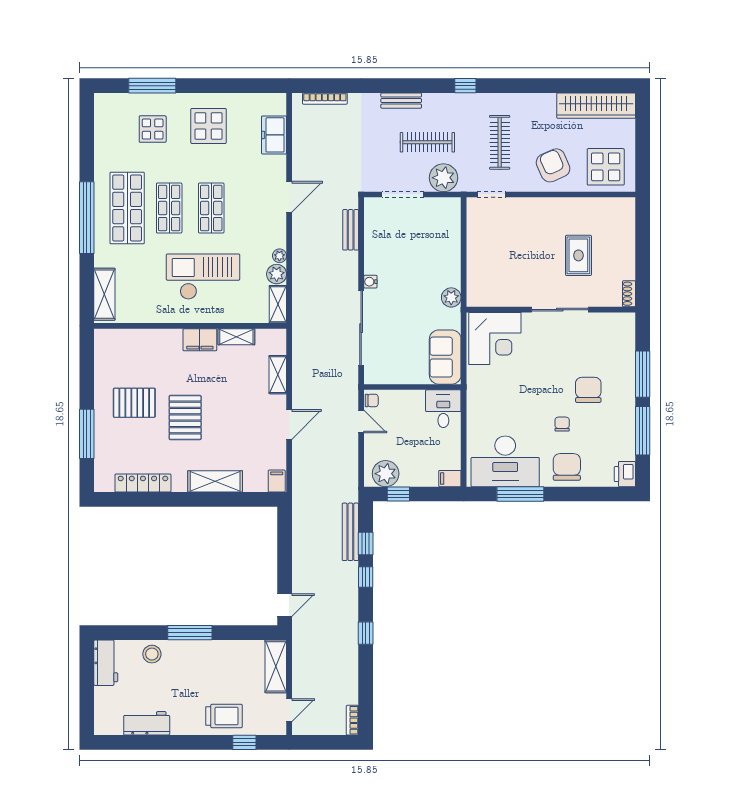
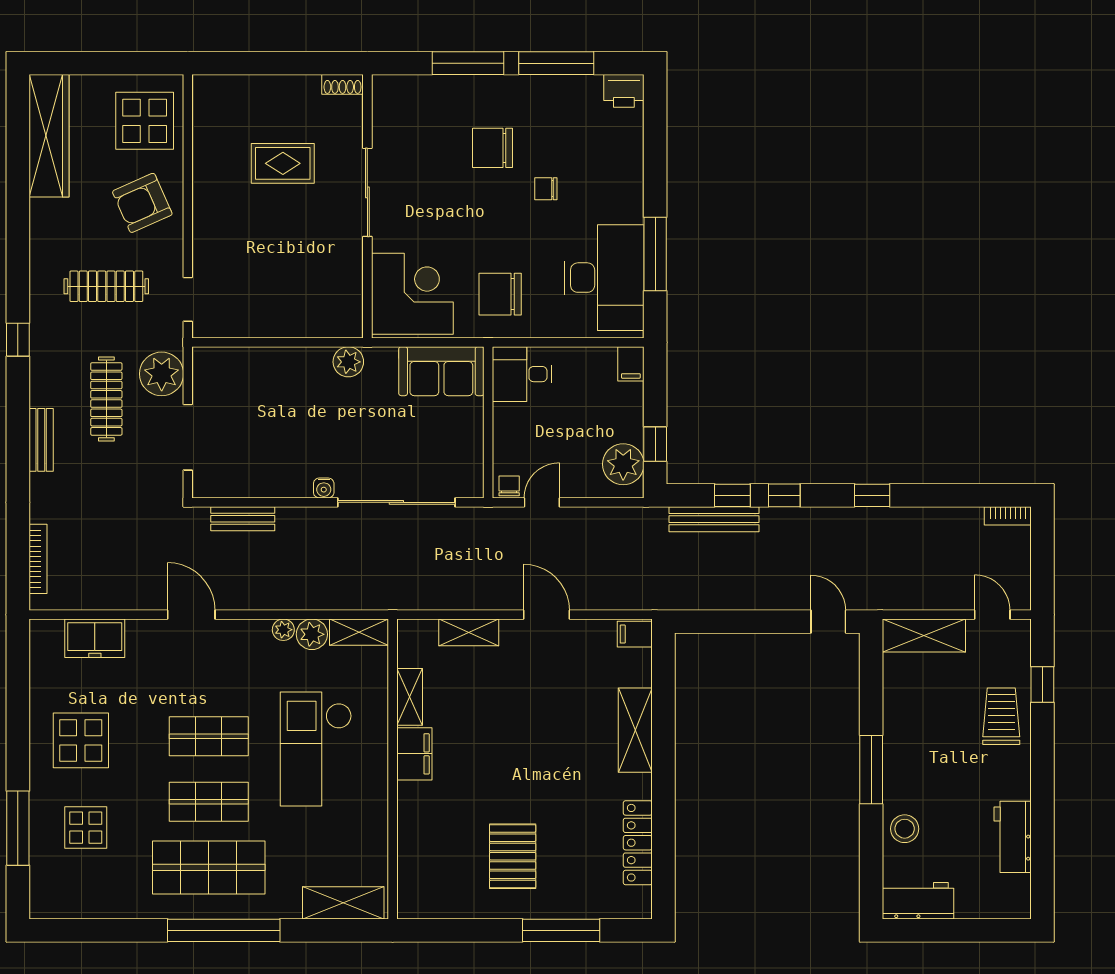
pallet: (185, 418) -> (536, 777), removed
chair: (567, 467) -> (500, 294), moved

